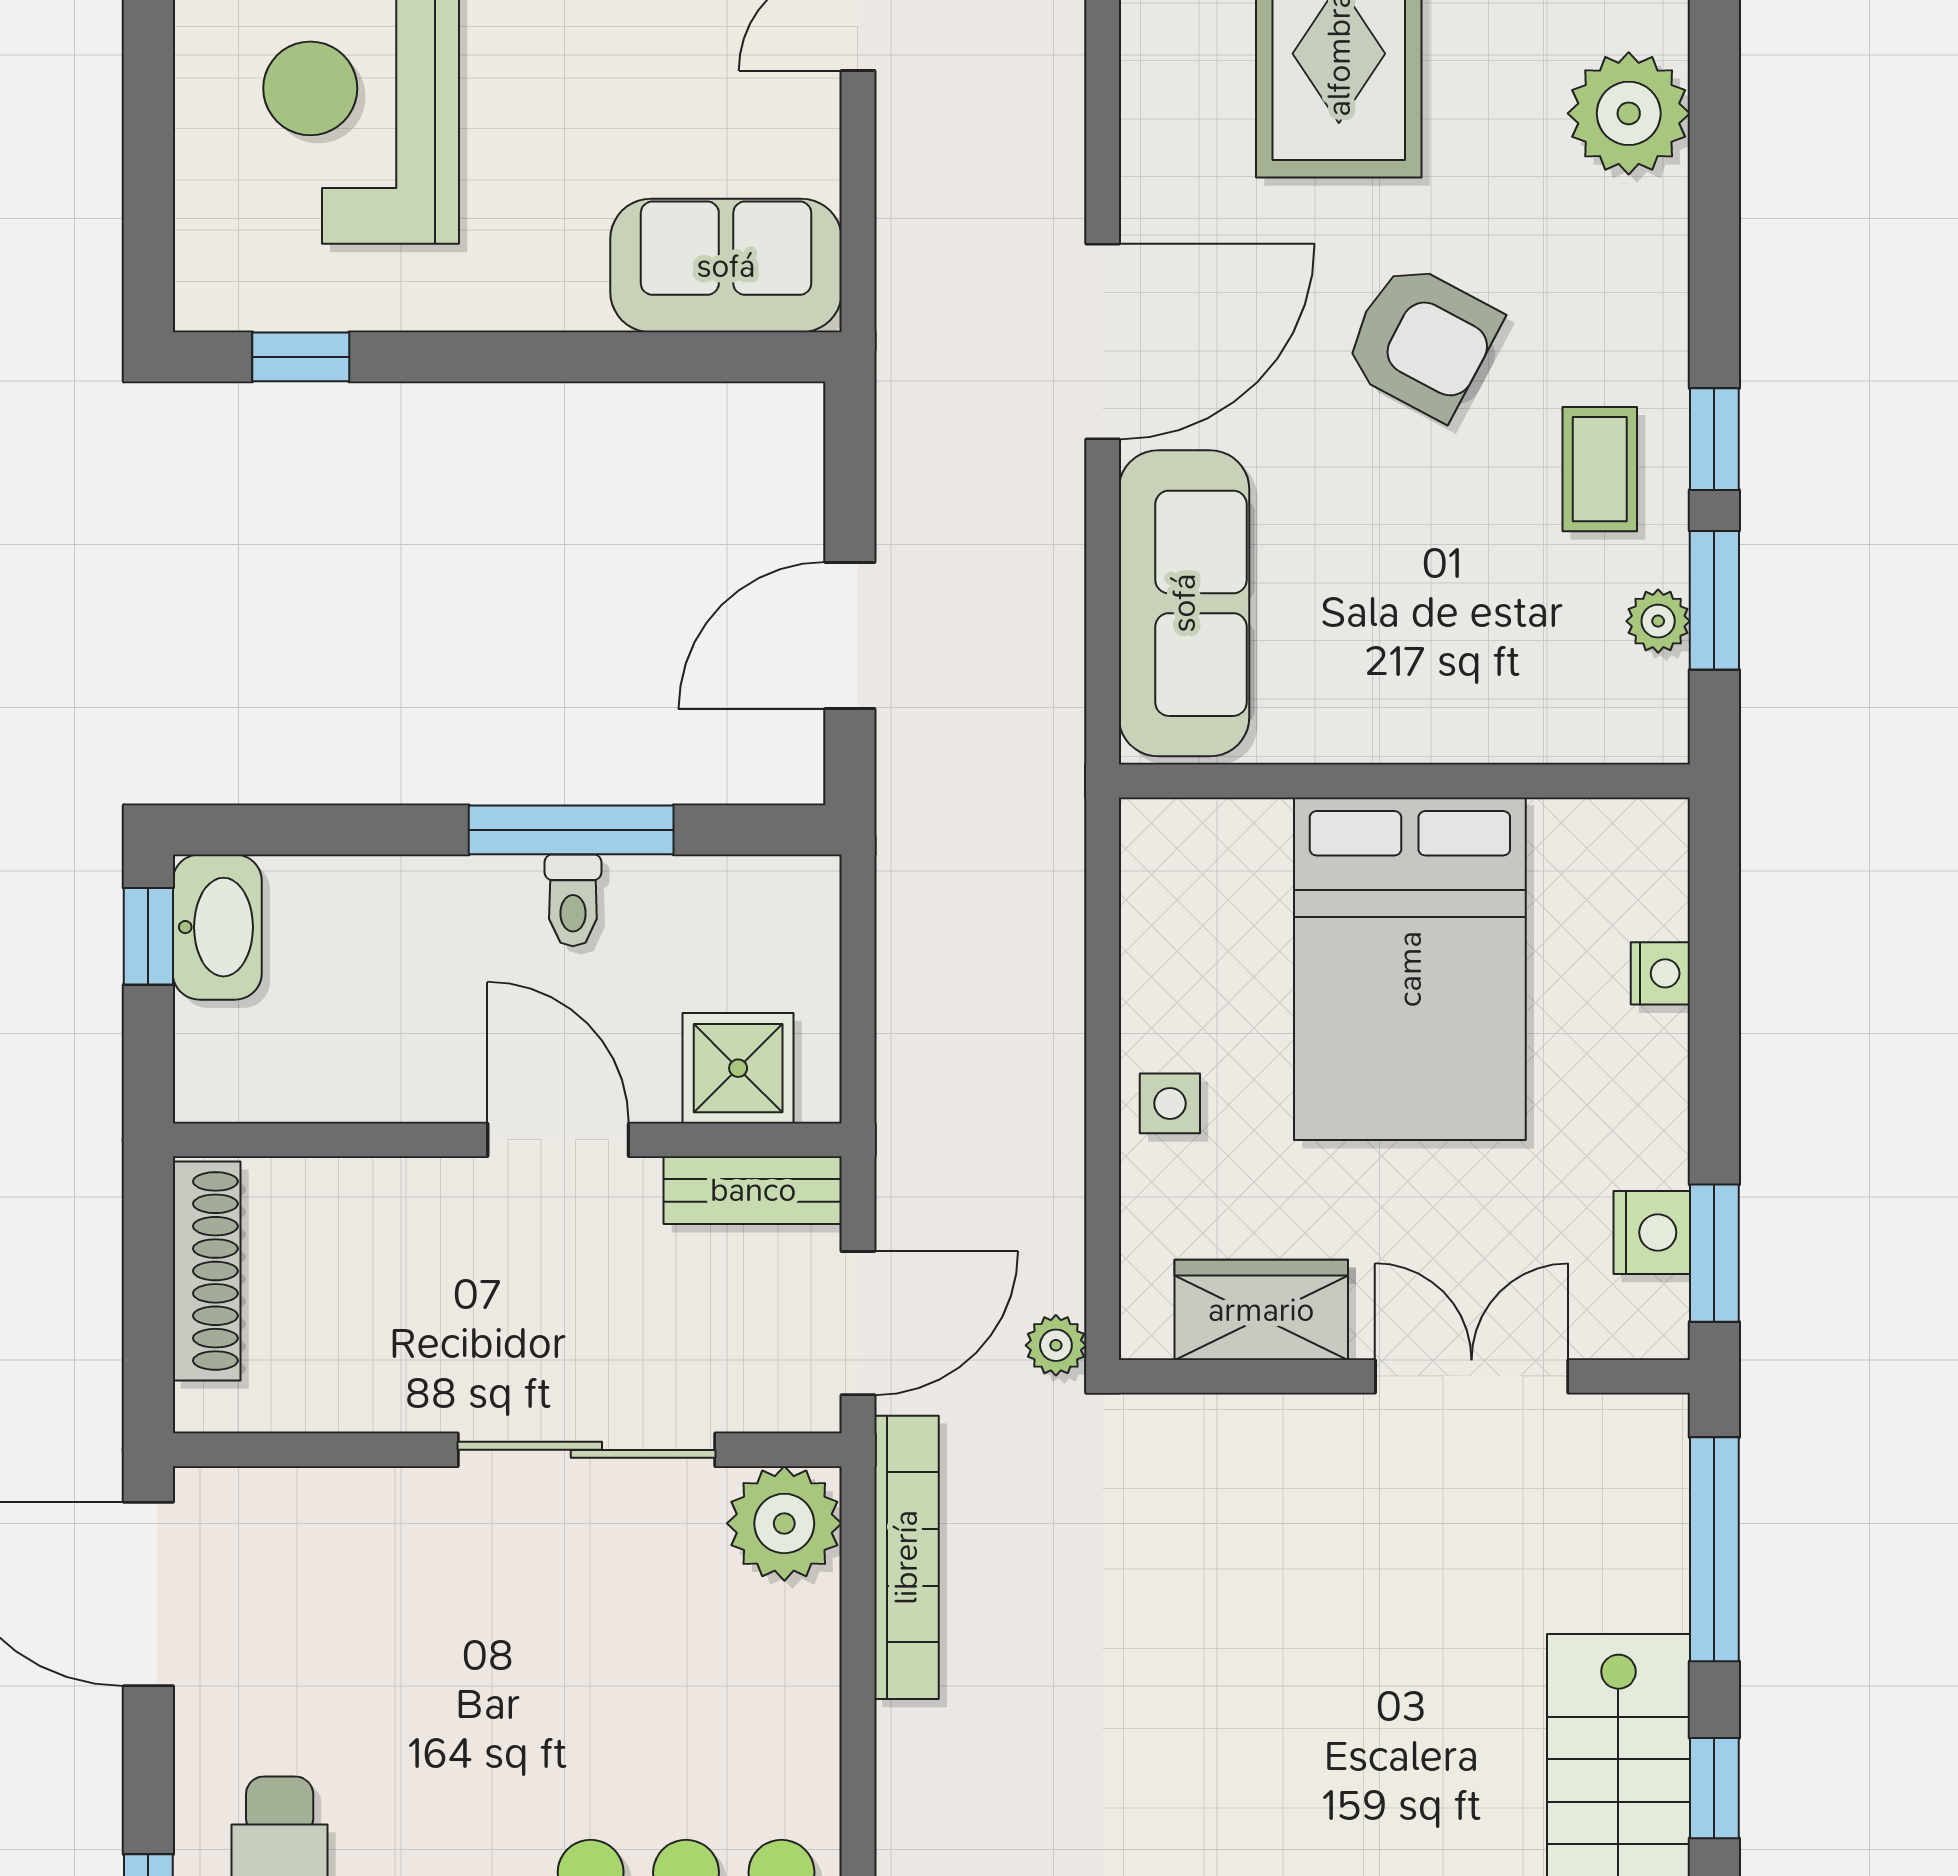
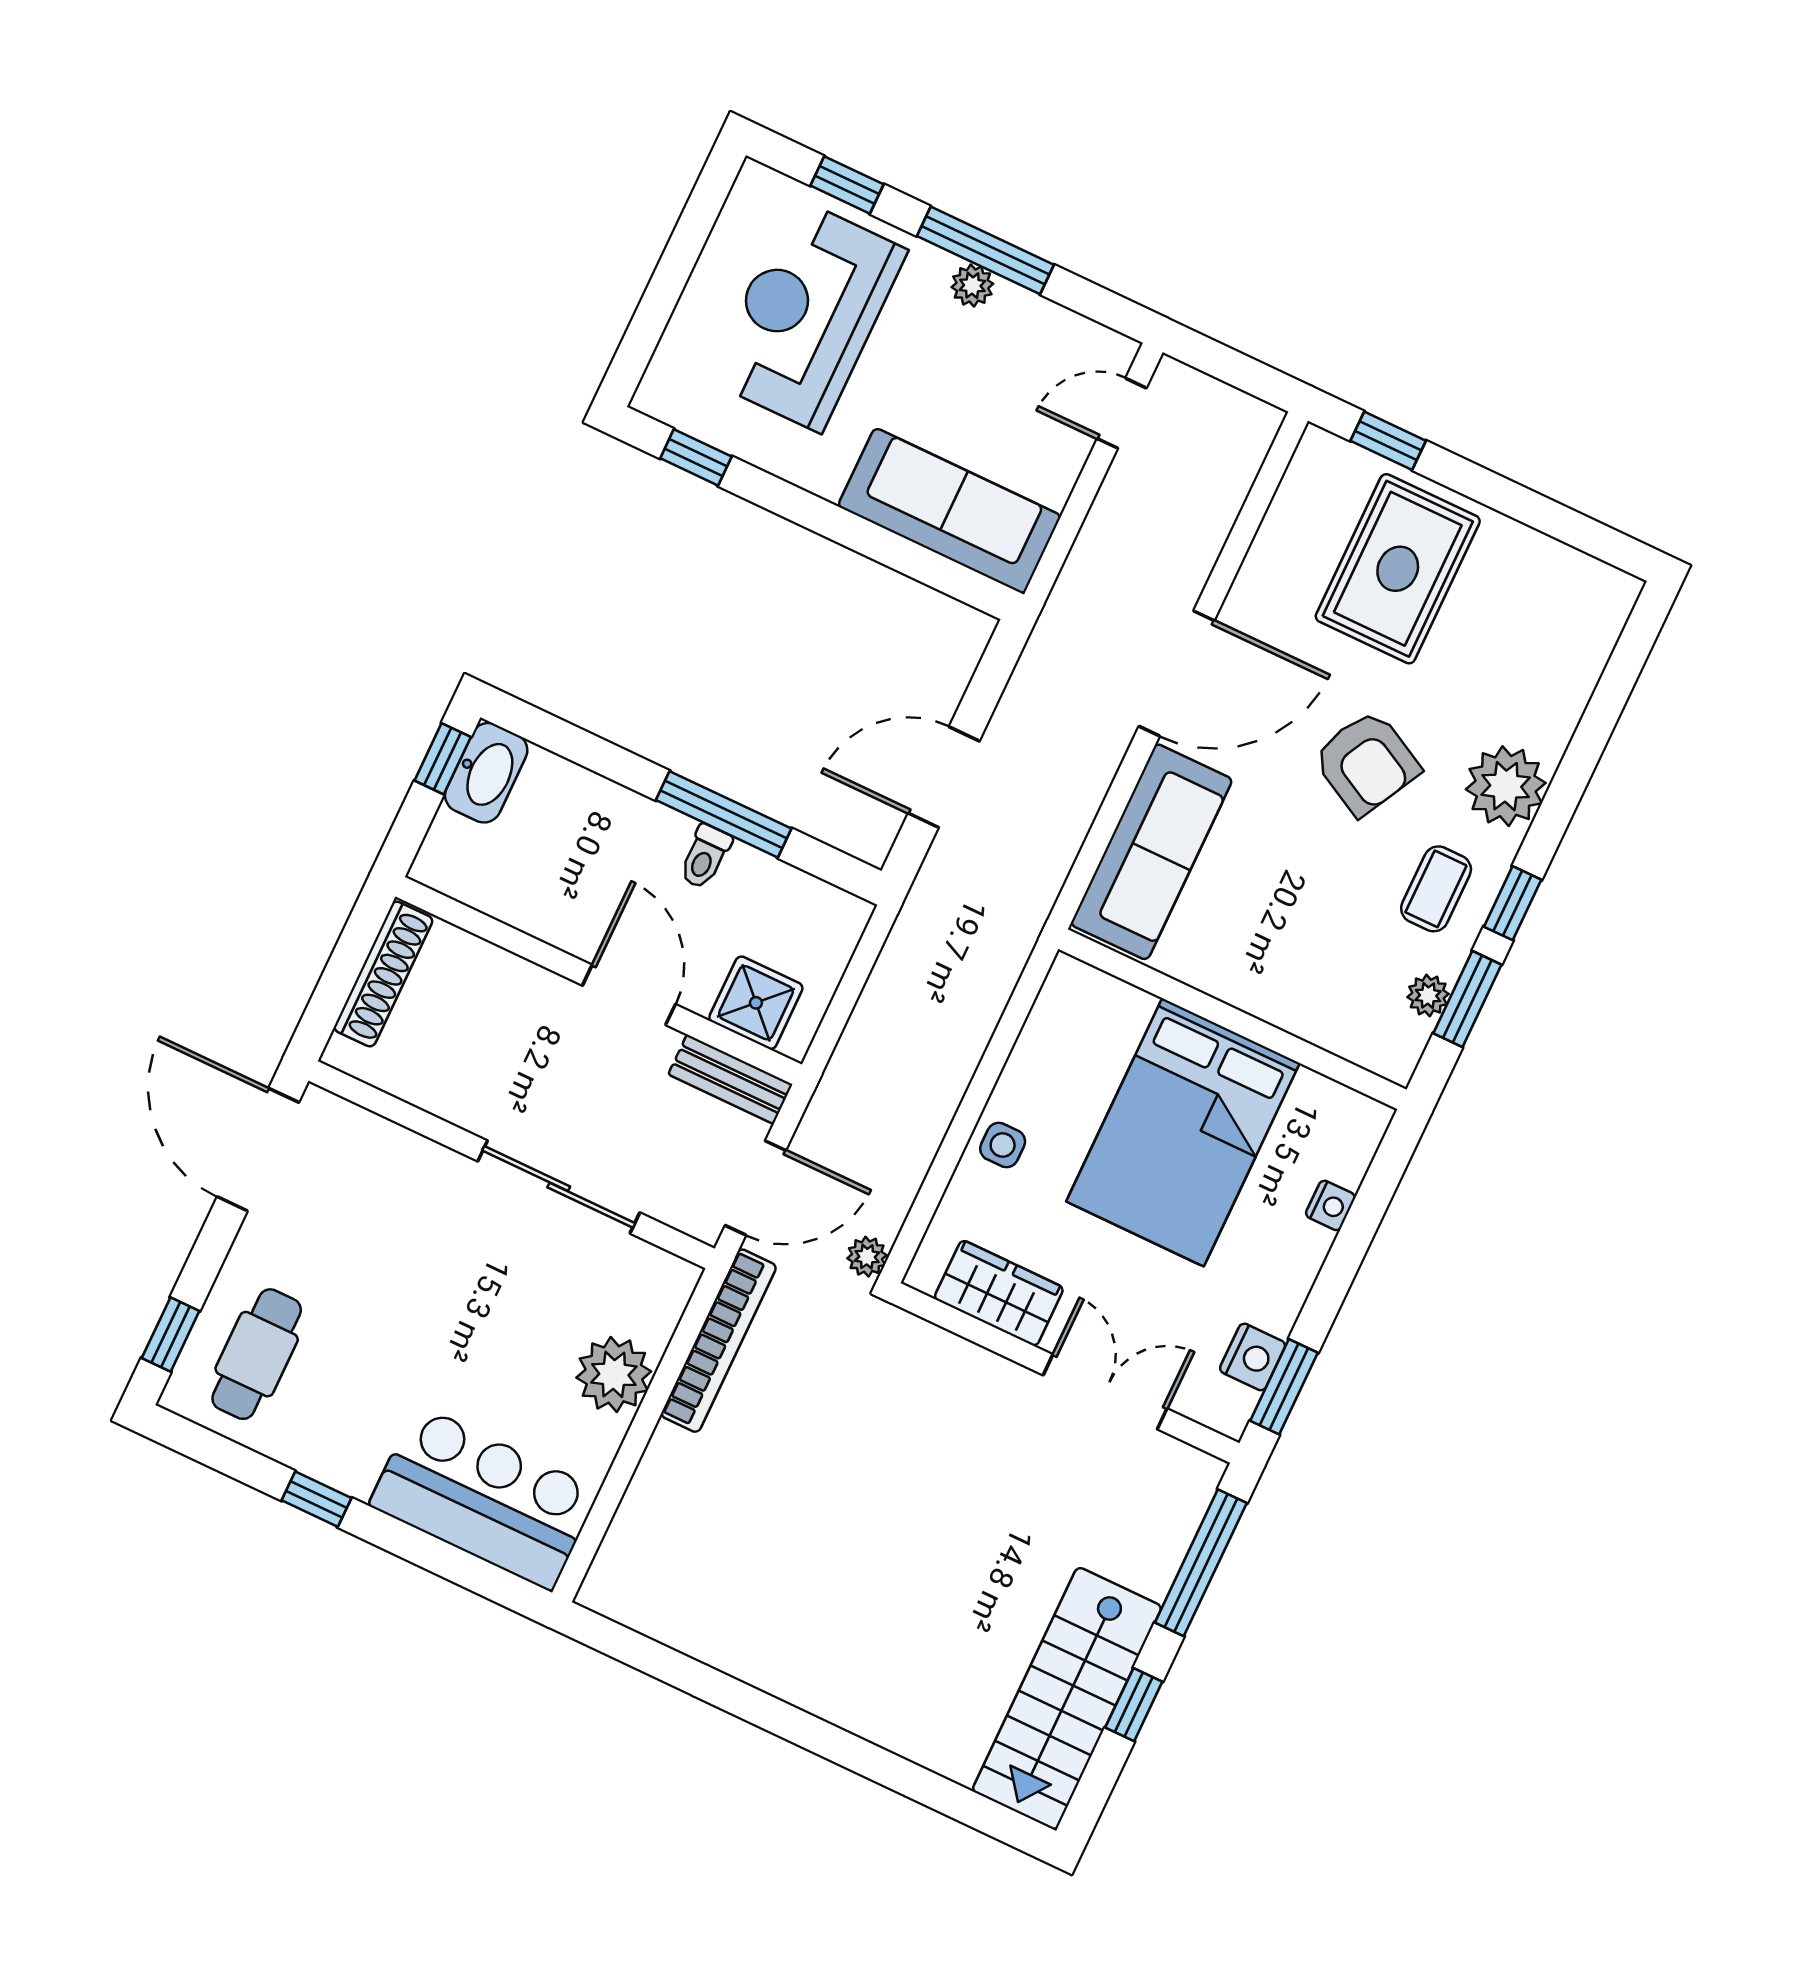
plant: (1629, 113) -> (1506, 786), moved
sofa: (726, 266) -> (949, 511), width x1.36
plant: (784, 1523) -> (614, 1374), moved

